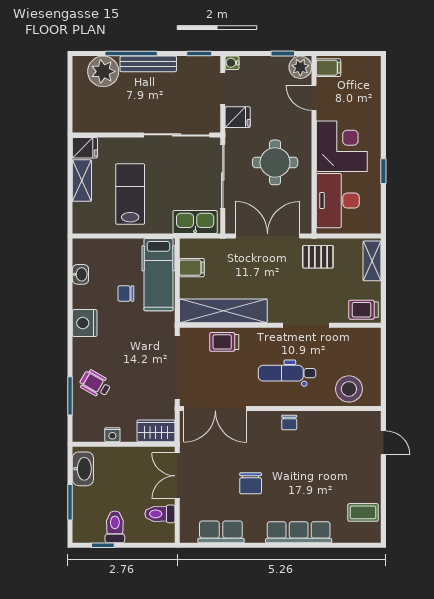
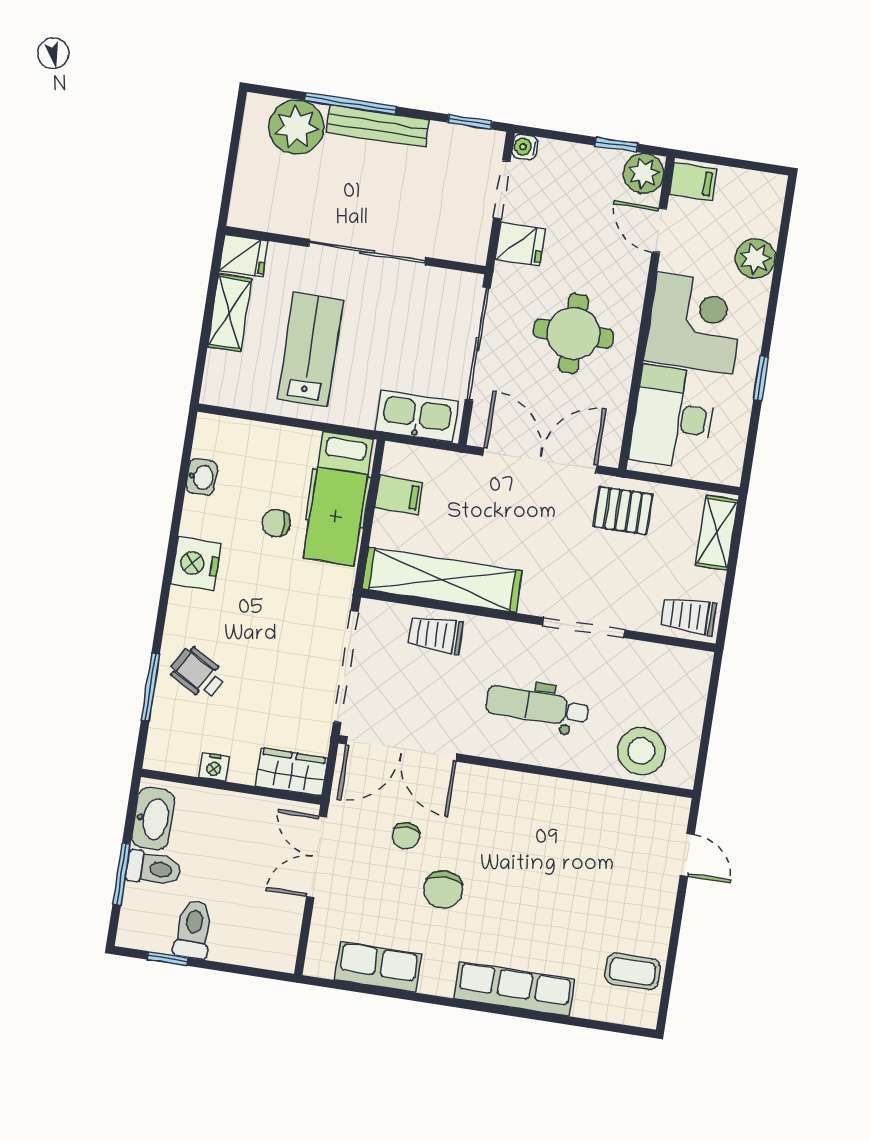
plant: (370, 105) -> (755, 259), added
sliding door: (177, 135) -> (367, 252), moved
chair: (289, 423) -> (406, 836), moved
toilet: (160, 514) -> (153, 868), moved, turned 180

